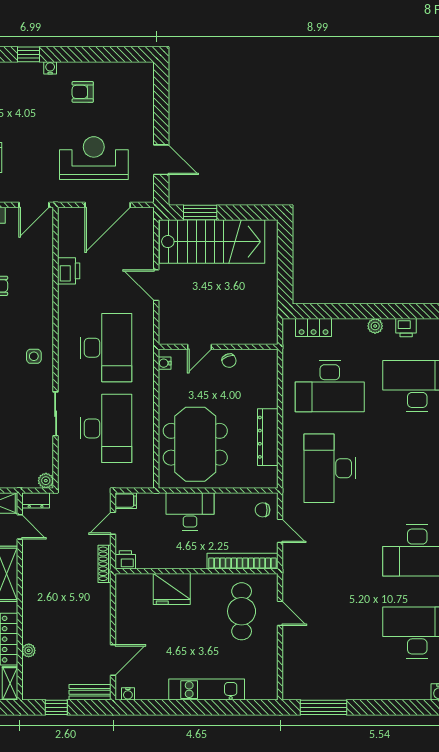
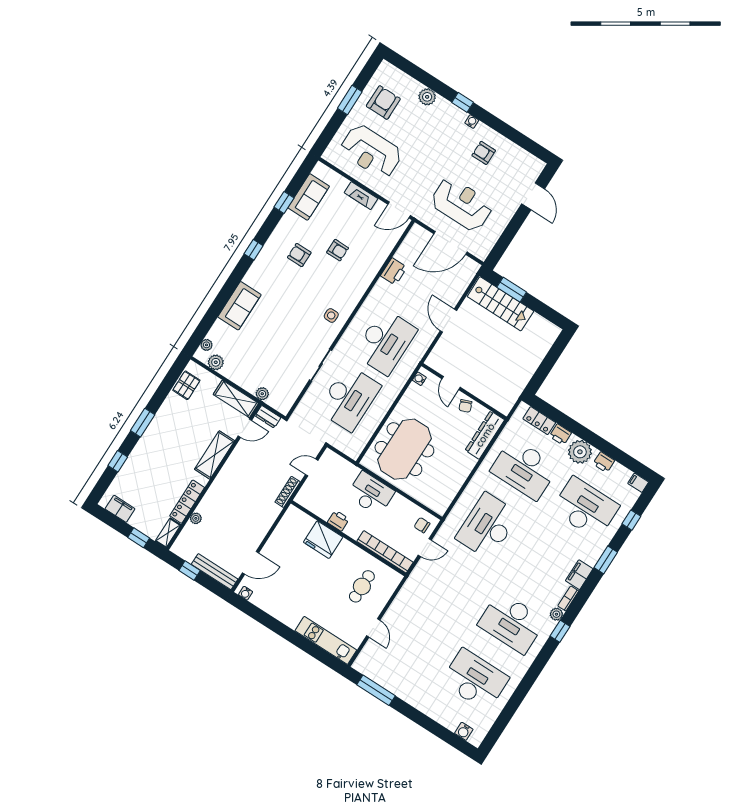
door: (161, 160) -> (533, 196), moved
stairs: (212, 242) -> (500, 304), width x0.73, depth x0.66
plant: (375, 326) -> (580, 452), width x1.87, depth x1.87
printer: (344, 328) -> (560, 435), added
door: (199, 347) -> (451, 383), hinge flipped
dresser: (268, 437) -> (485, 435), moved
plant: (46, 481) -> (262, 394), moved
filing cabinet: (126, 501) -> (331, 457), removed
door: (20, 527) -> (245, 428), hinge flipped
door: (280, 531) -> (425, 548), hinge flipped
printer: (125, 560) -> (338, 521), moved
cafe table: (242, 611) -> (362, 586), width x0.73, depth x0.74
door: (280, 613) -> (373, 628), moved
kitchen unit: (207, 690) -> (326, 640), moved
bench: (90, 692) -> (215, 572), width x1.36

